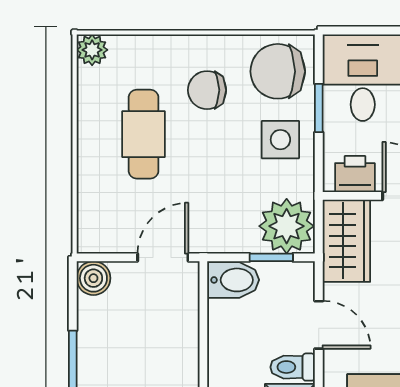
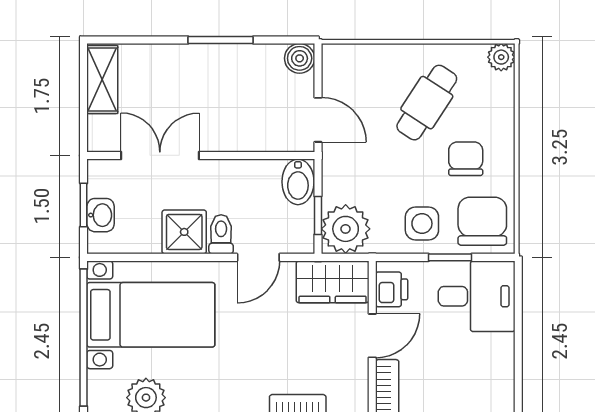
cafe table: (144, 134) -> (427, 103), turned -57

